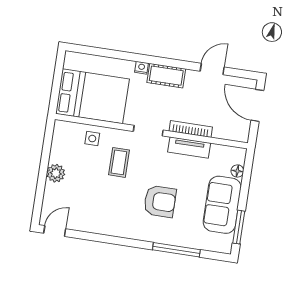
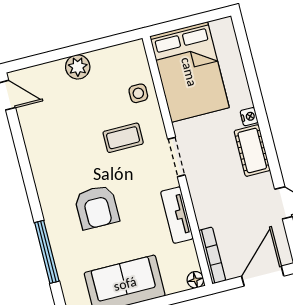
bookcase: (191, 129) -> (212, 255), moved
floor lamp: (237, 171) -> (195, 280), moved

